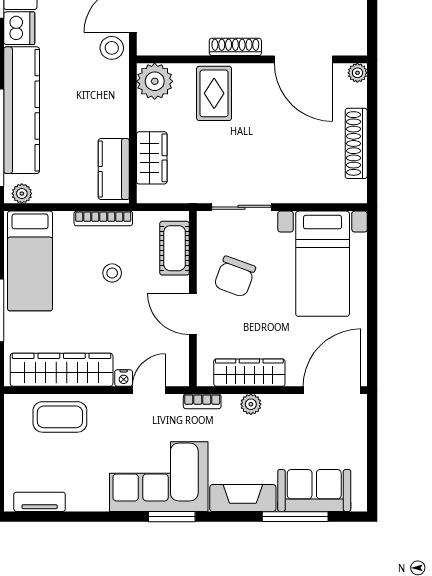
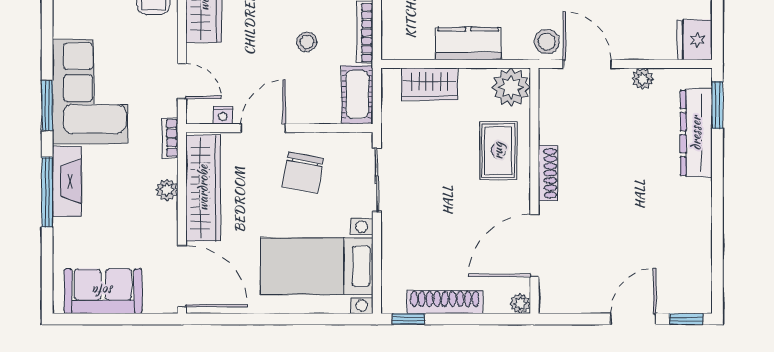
rug: (214, 93) -> (498, 151), turned 90
kitchen counter: (114, 169) -> (468, 44), moved
window: (372, 178) -> (409, 319), added
cot: (175, 248) -> (357, 94), moved, turned 90
chair: (235, 277) -> (303, 173), turned -99
wardrobe: (249, 373) -> (203, 188), width x1.40, depth x1.17
nightstand: (124, 378) -> (223, 115), moved, turned -90
sofa: (314, 491) -> (103, 291), moved, turned -90
window: (295, 517) -> (47, 192), moved

